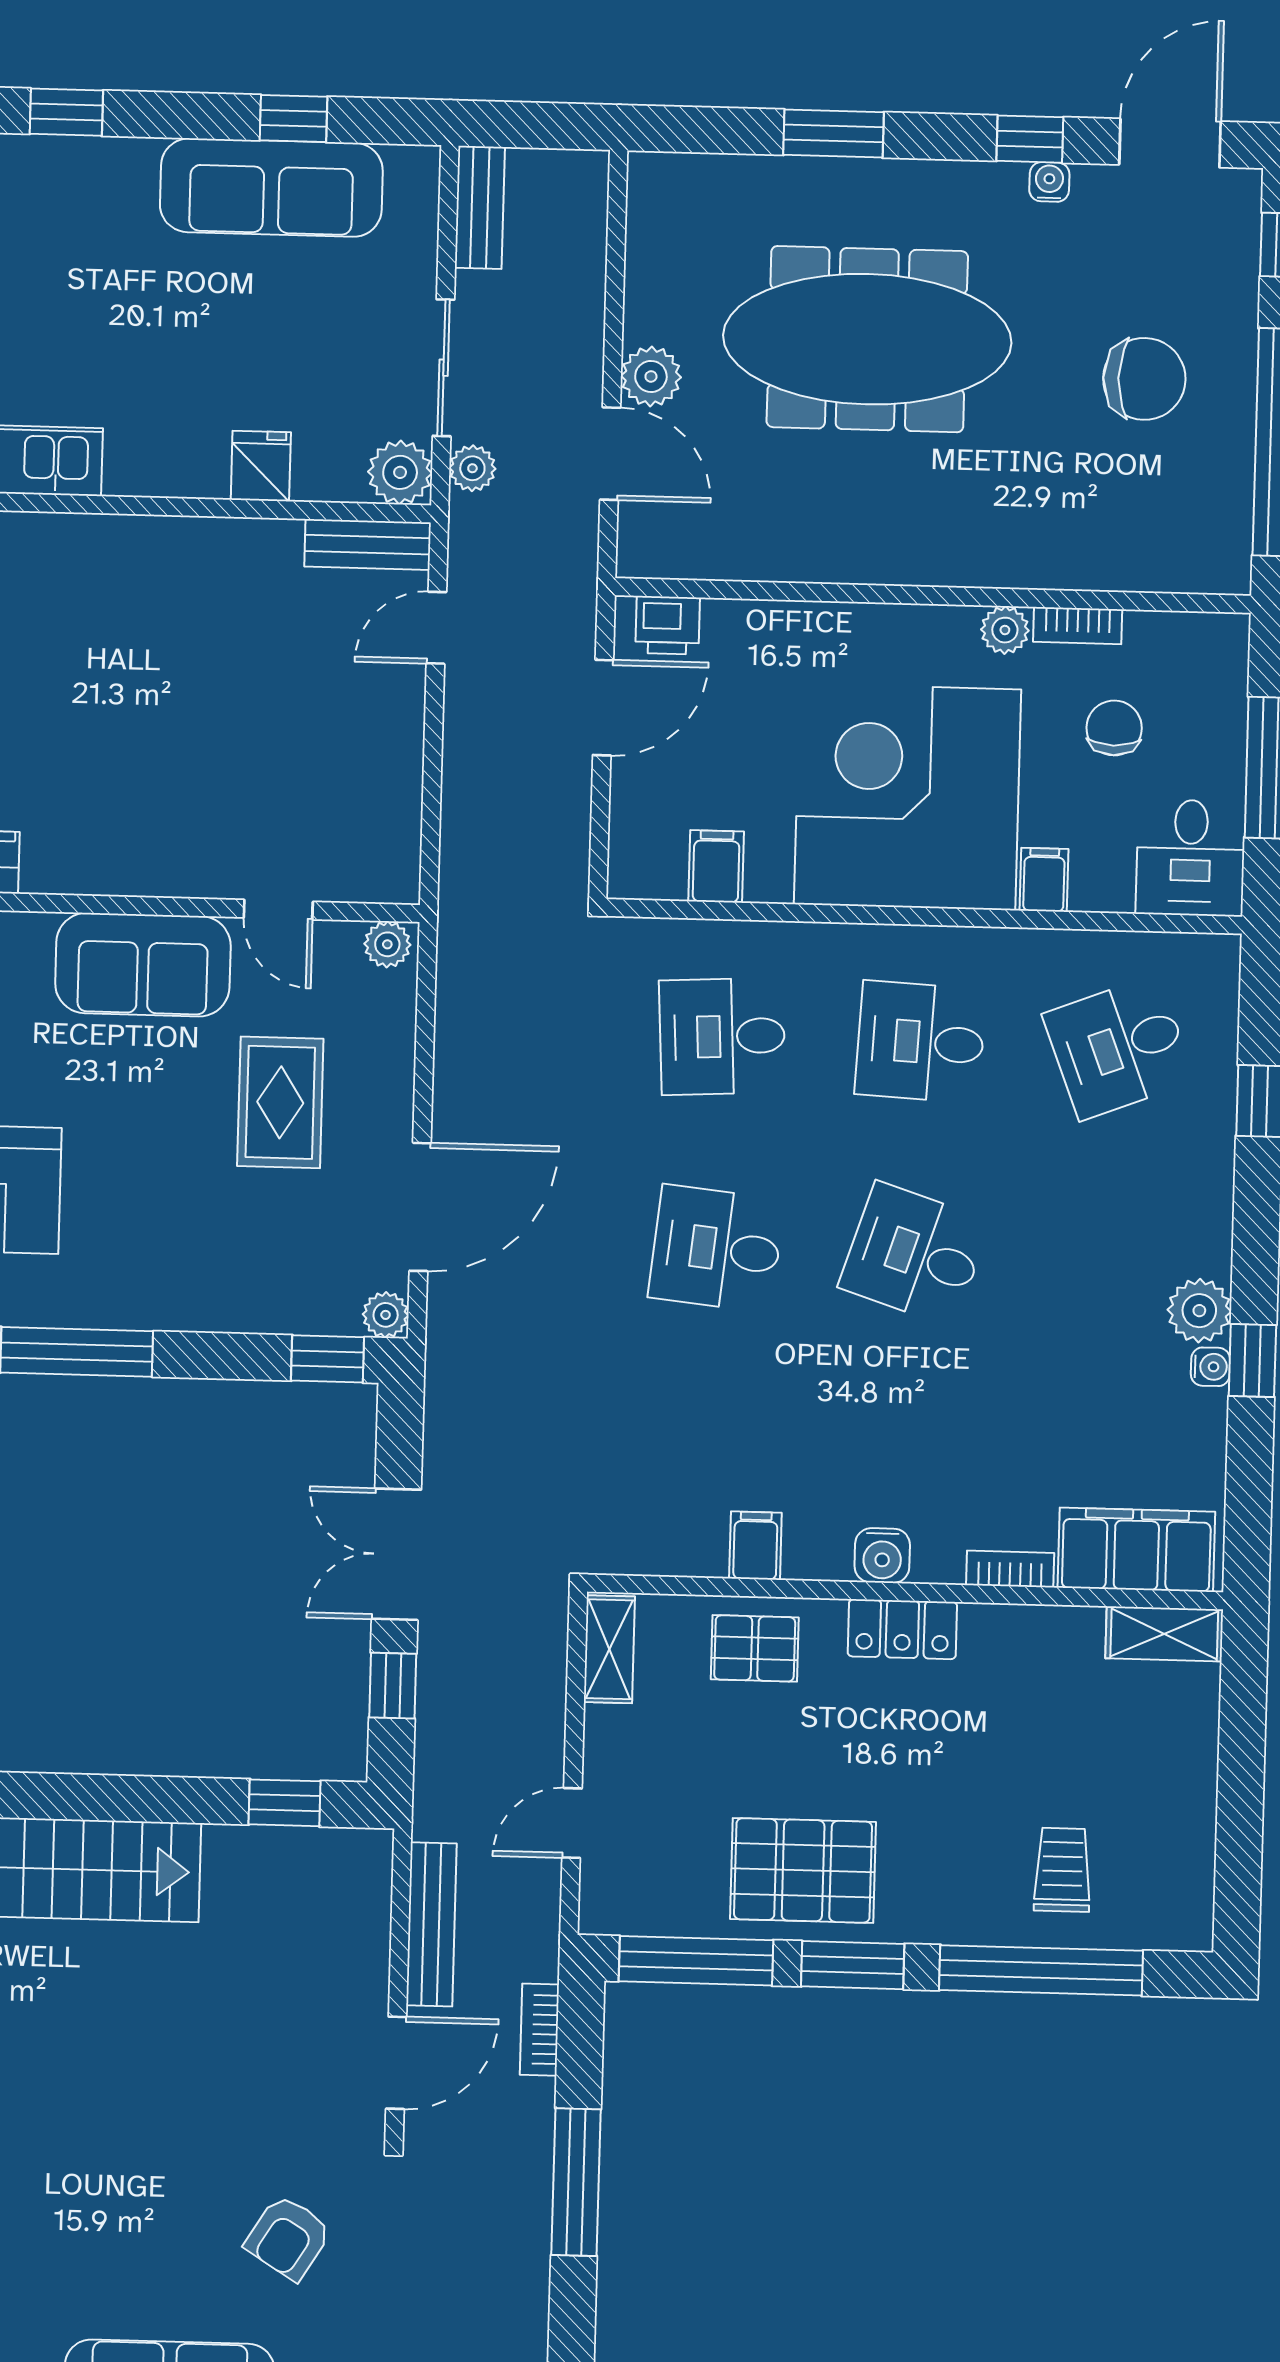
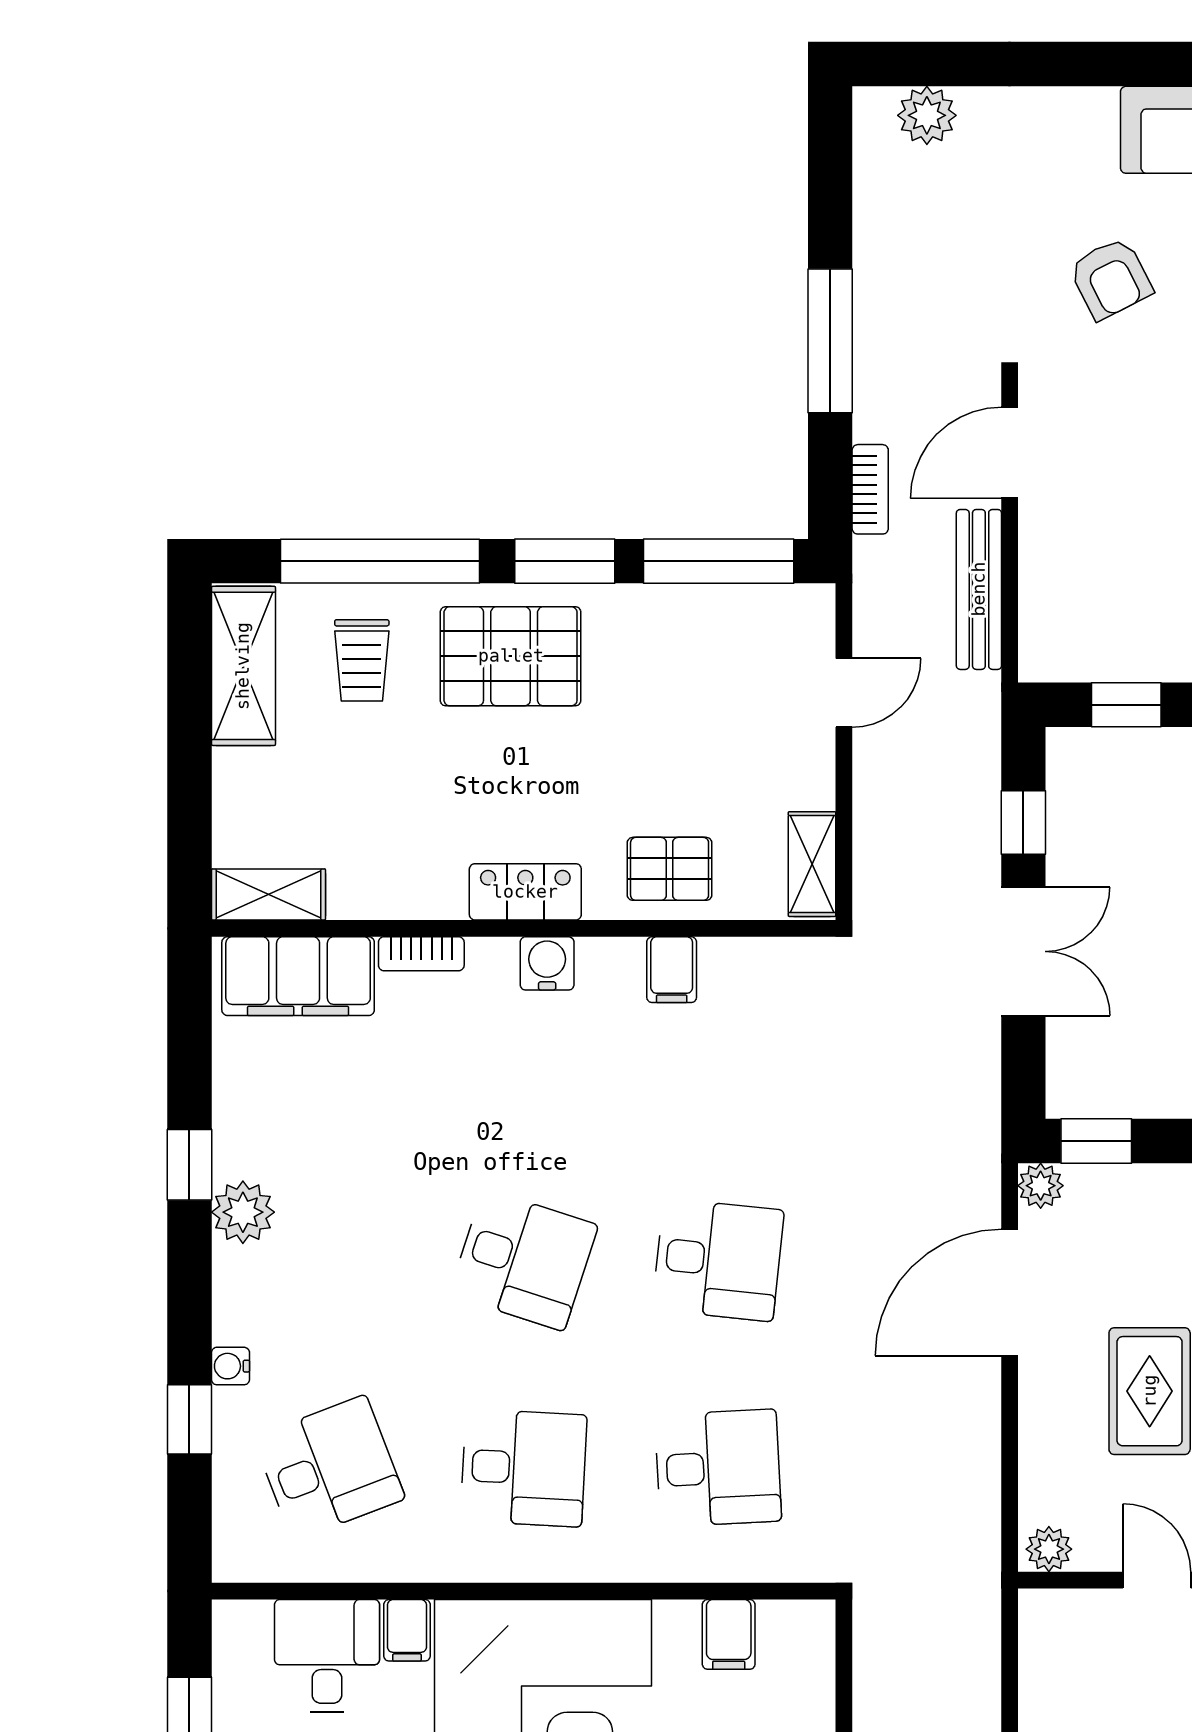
desk: (1191, 858) -> (327, 1656), moved
water cooler: (1210, 1367) -> (230, 1366), moved
shelving: (1183, 1867) -> (243, 666), added
pallet: (803, 1870) -> (511, 656), moved
armchair: (288, 2238) -> (1111, 279), turned 121

